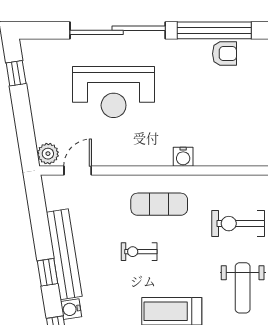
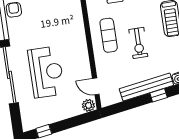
water cooler: (183, 157) -> (78, 25), removed
exercise bike: (139, 252) -> (138, 43), width x1.38, depth x1.39

